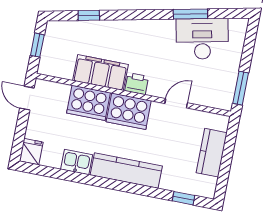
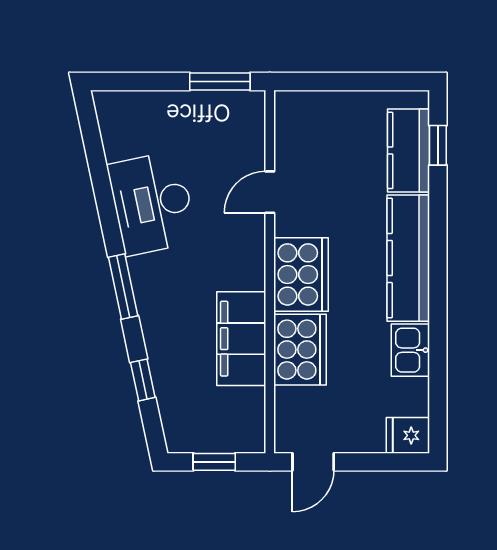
window: (190, 14) -> (123, 286), moved
desk: (202, 39) -> (152, 203), moved
printer: (137, 84) -> (248, 270), removed
door: (176, 103) -> (270, 192), hinge flipped
kitchen counter: (212, 153) -> (408, 150), moved, turned 90

